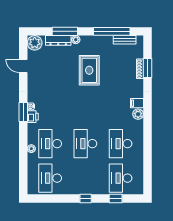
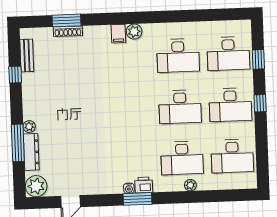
window: (112, 31) -> (15, 75), width x0.32
rug: (89, 70) -> (73, 105), removed
desk: (85, 178) -> (230, 105), added

